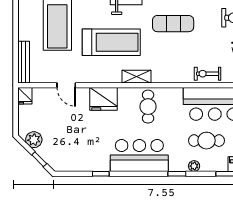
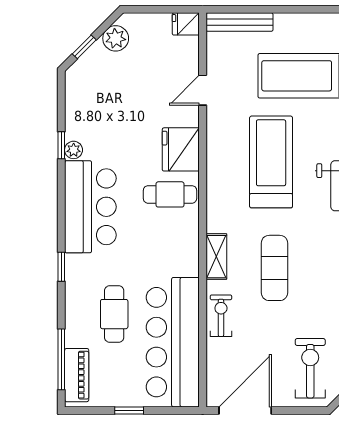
exercise mat: (173, 24) -> (274, 268), moved
treadmill: (111, 42) -> (271, 162), turned 180
shelving: (136, 77) -> (216, 257), moved
cafe table: (148, 107) -> (170, 194), moved
plant: (194, 166) -> (74, 150), moved

